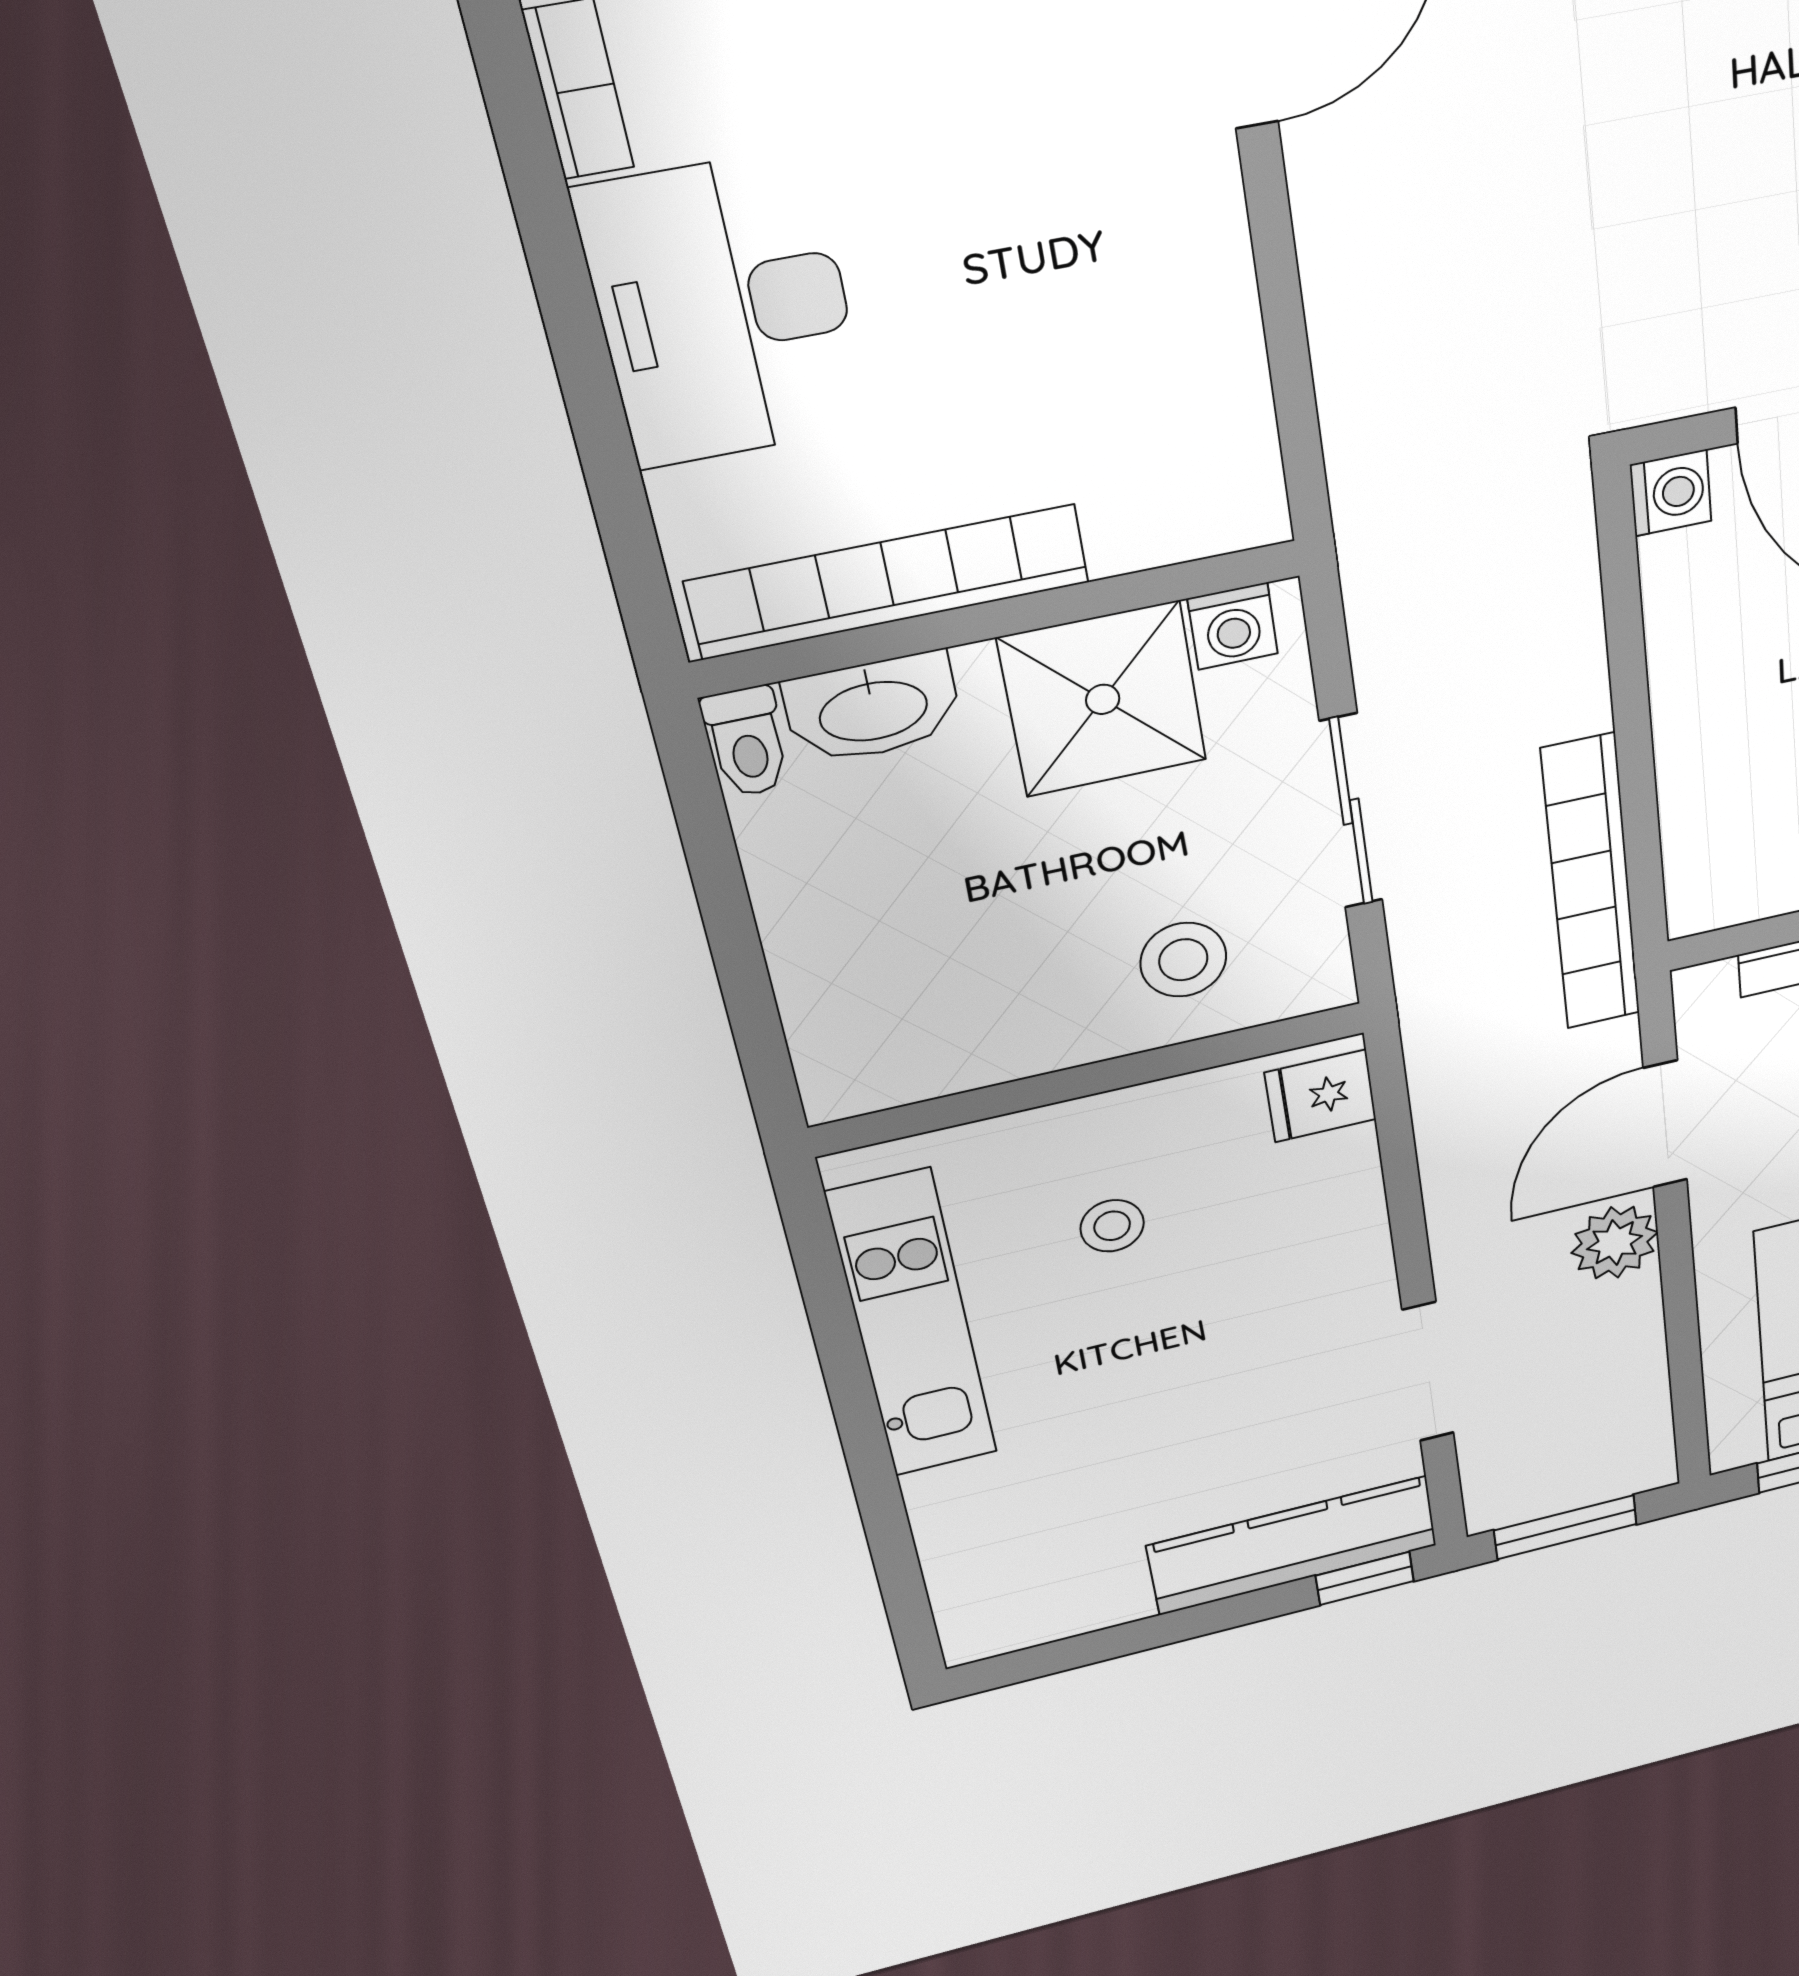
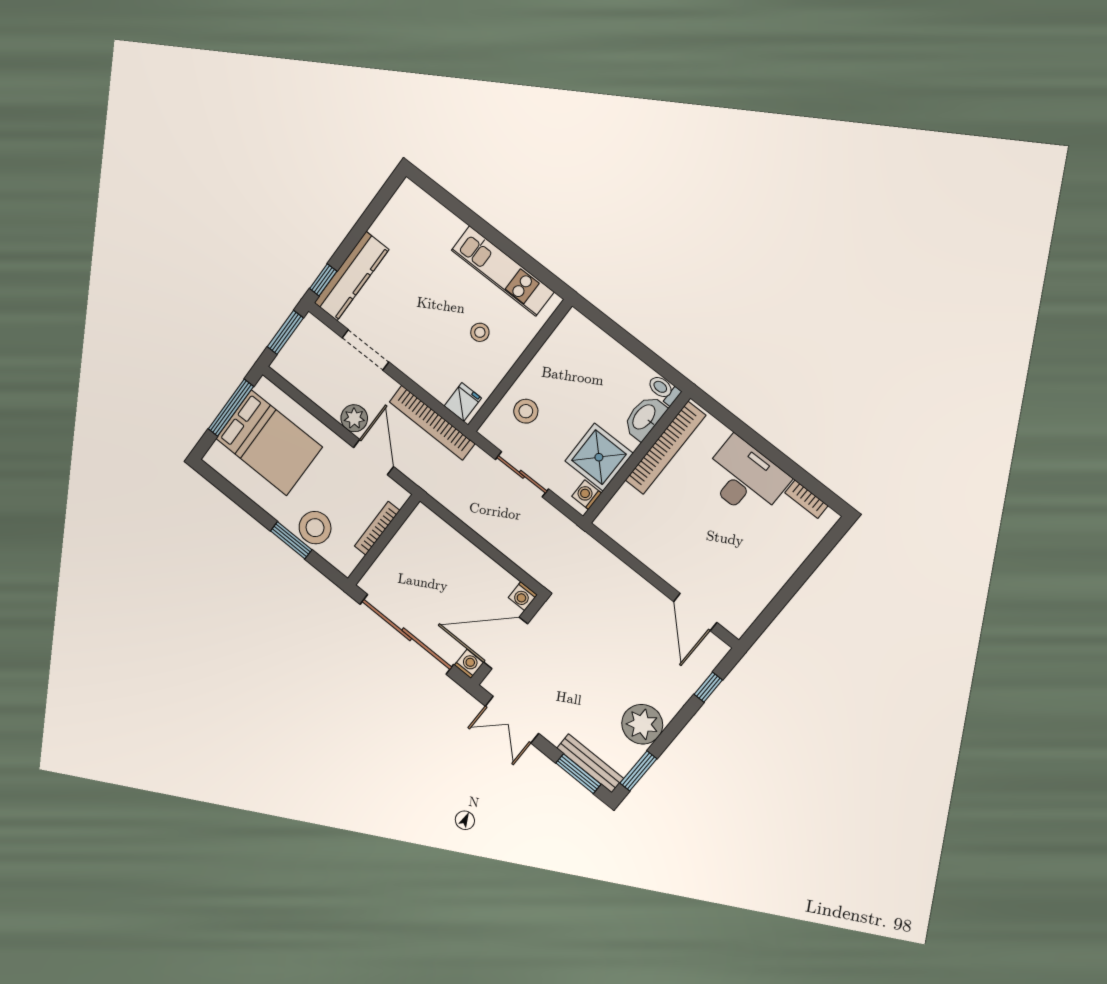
bookcase: (1591, 884) -> (432, 423), moved, turned 180

